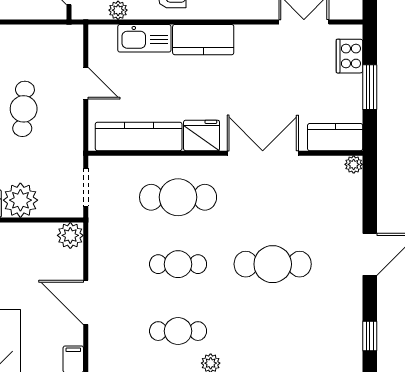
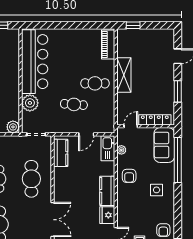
kitchen sink: (144, 38) -> (108, 148), moved
fridge: (202, 135) -> (107, 215), moved, turned 180
kitchen counter: (139, 136) -> (61, 153), width x0.67

